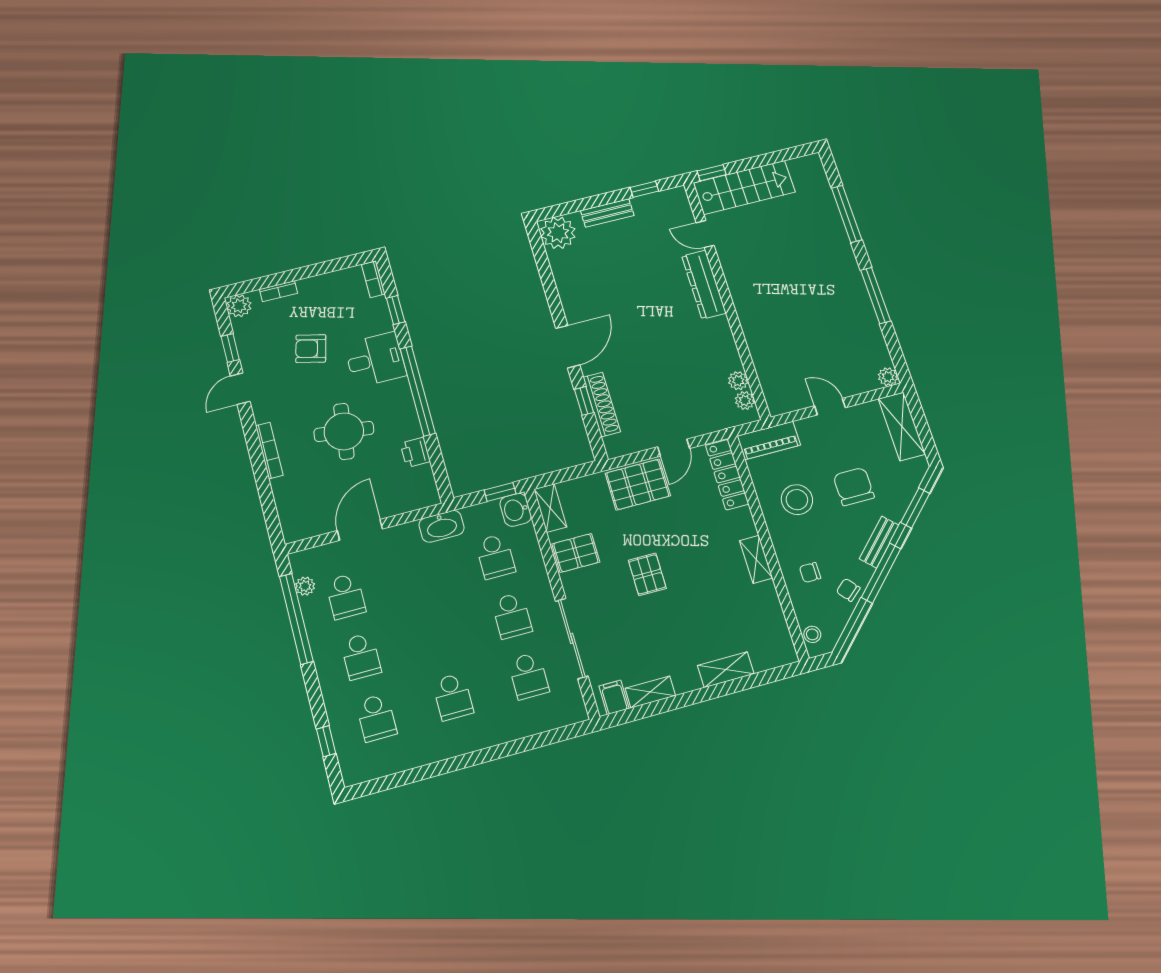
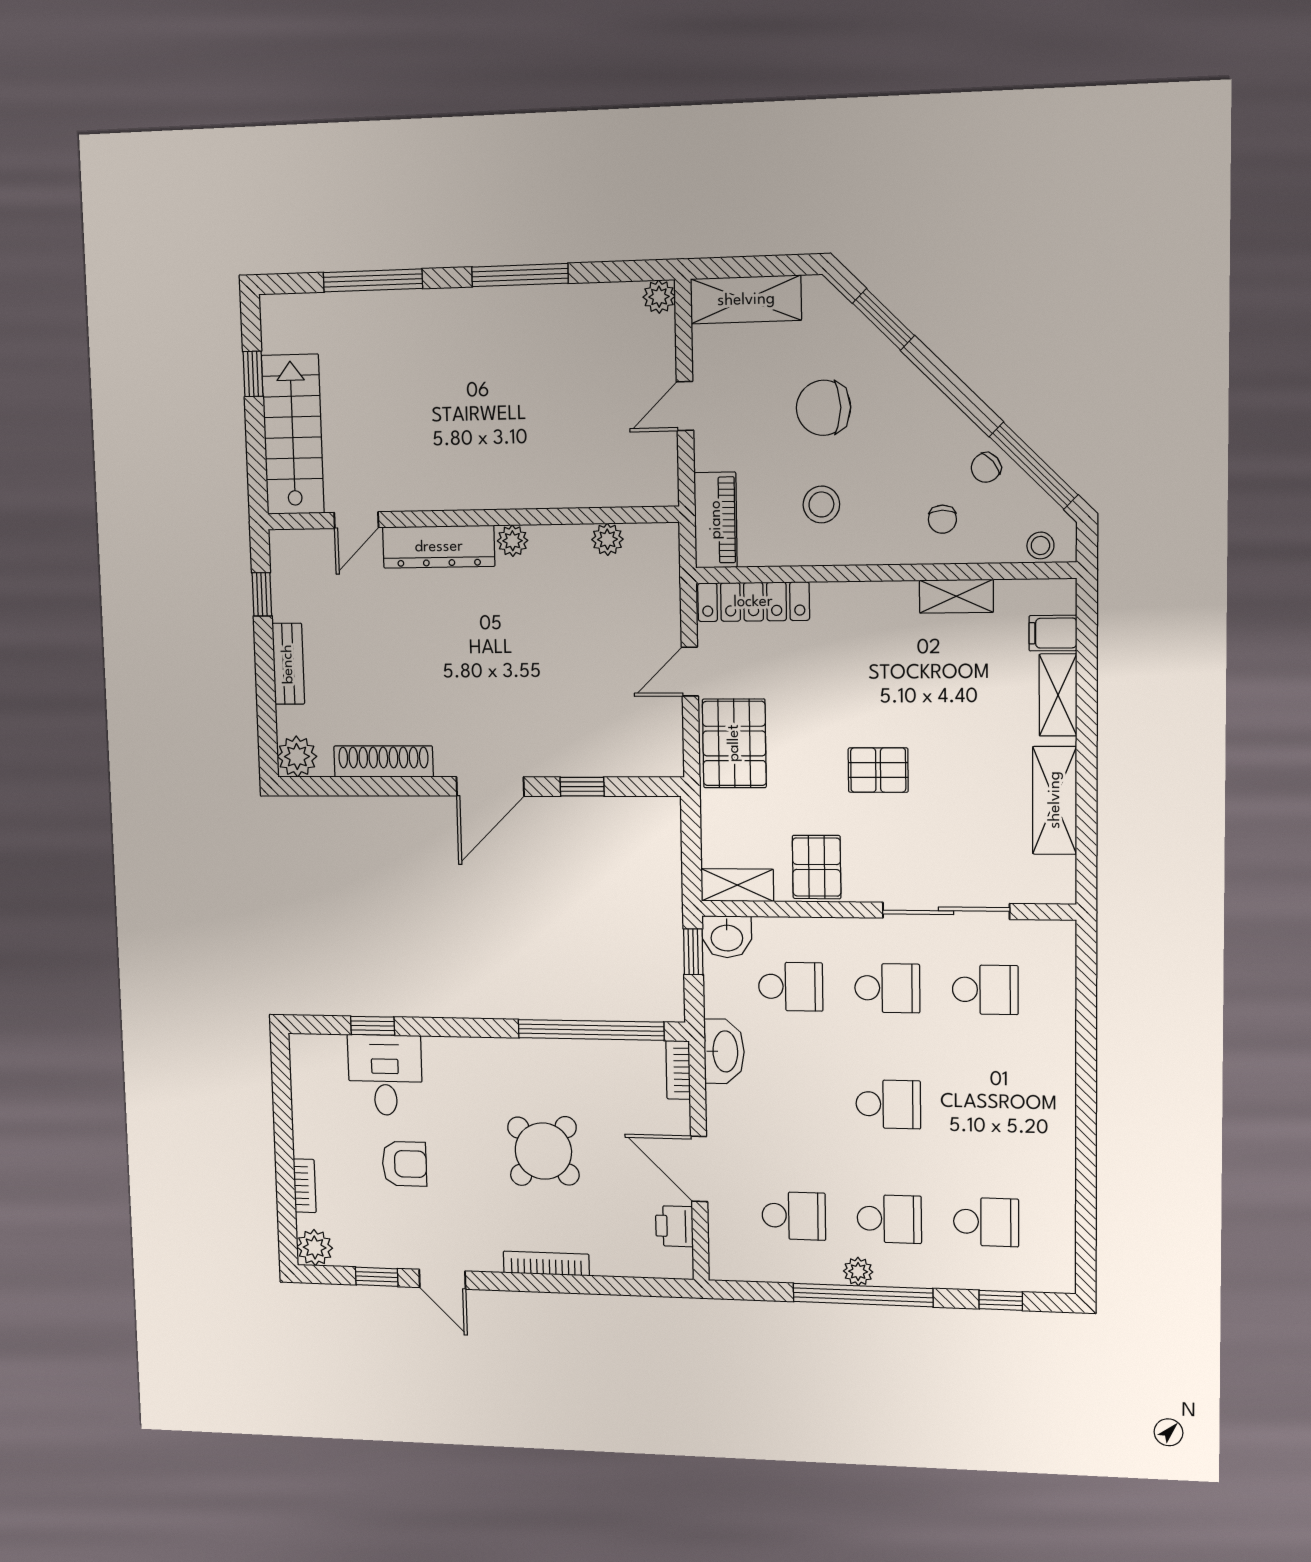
window: (712, 173) -> (253, 374), moved
plant: (558, 233) -> (297, 757), width x0.73, depth x0.73
bookcase: (373, 279) -> (678, 1070), moved, turned 90
door: (568, 347) -> (490, 786), swing flipped
armchair: (311, 349) -> (404, 1164), turned -104
desk: (375, 360) -> (385, 1075), moved
window: (418, 391) -> (591, 1030), moved
plant: (745, 400) -> (513, 541), moved
shoe rack: (602, 404) -> (383, 762), moved
round table: (344, 431) -> (543, 1151), turned 36
door: (674, 448) -> (690, 672), swing flipped
printer: (415, 452) -> (674, 1226), moved, turned 90
stool: (797, 500) -> (821, 504), width x0.73, depth x0.73
bench: (879, 542) -> (923, 395), removed
shelving: (756, 559) -> (956, 596), moved
window: (881, 573) -> (1034, 466), moved
plant: (305, 586) -> (858, 1272), moved
window: (296, 619) -> (863, 1295), moved
shelving: (650, 692) -> (1055, 800), width x1.50, depth x1.33
school desk: (453, 697) -> (888, 1104), moved
filing cabinet: (614, 697) -> (1053, 633), moved

